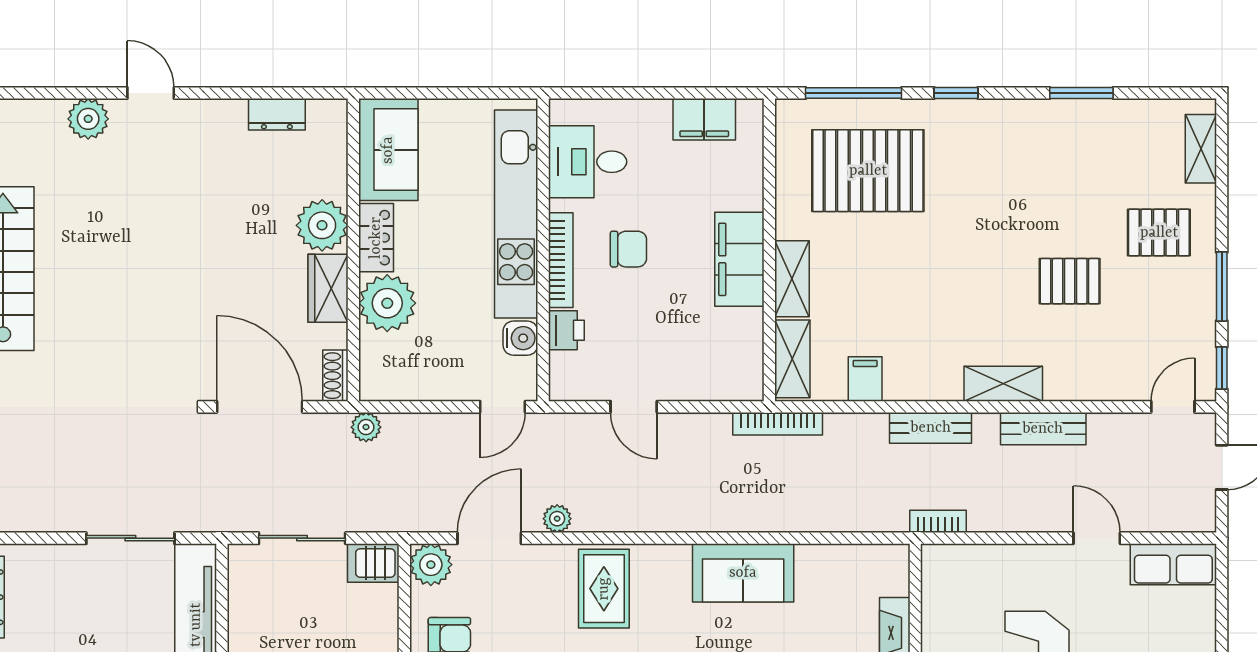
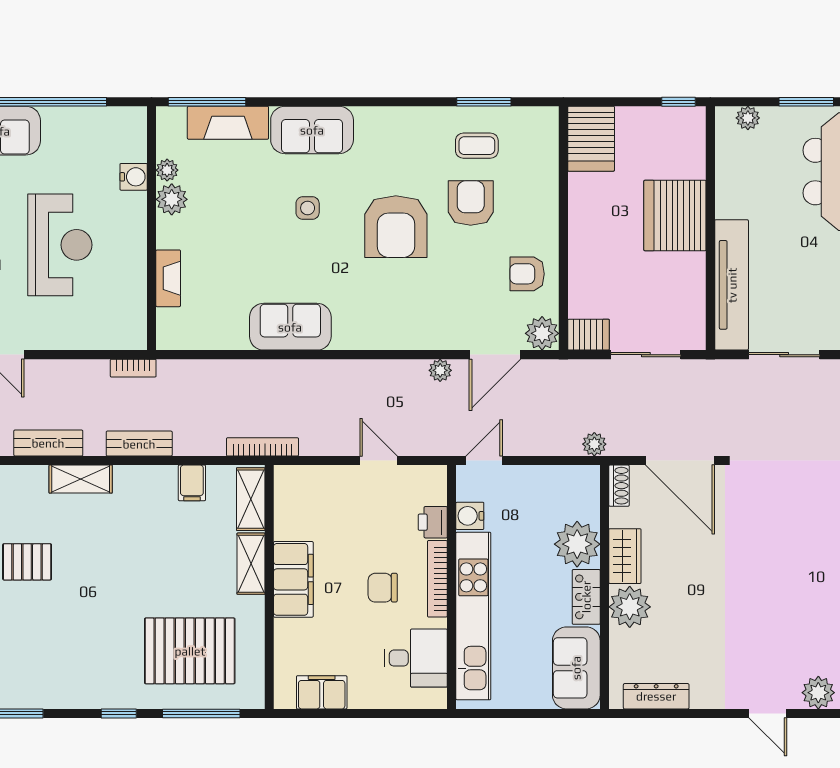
dresser: (277, 114) -> (656, 696), width x1.44
rug: (604, 589) -> (403, 314), removed

